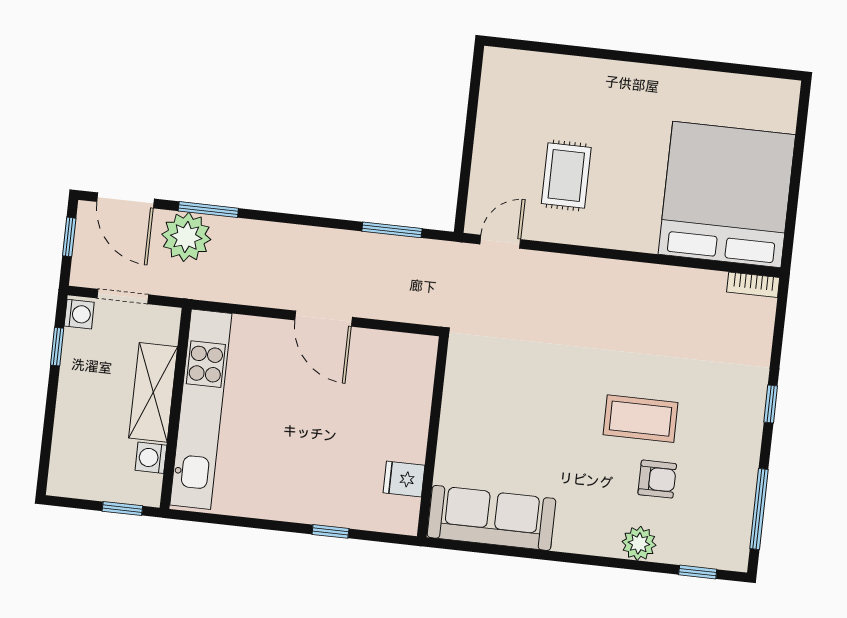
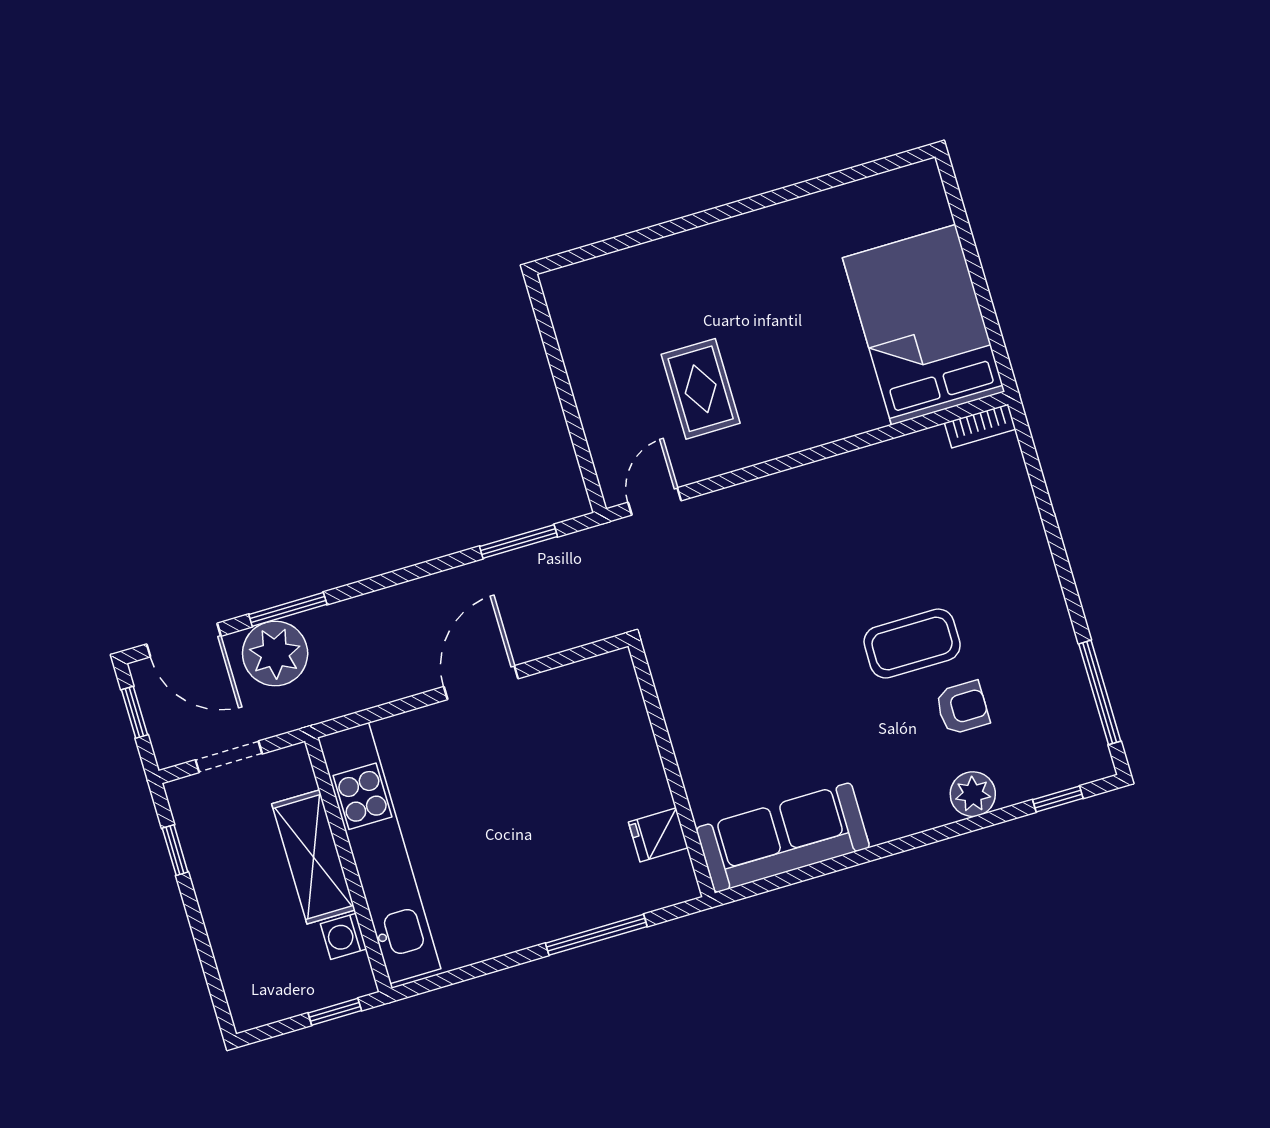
bed: (727, 194) -> (924, 325), width x0.73
washing machine: (79, 314) -> (185, 800), removed
door: (323, 319) -> (481, 683), swing flipped
window: (771, 404) -> (1061, 561), removed
window: (330, 531) -> (596, 935), width x2.17

